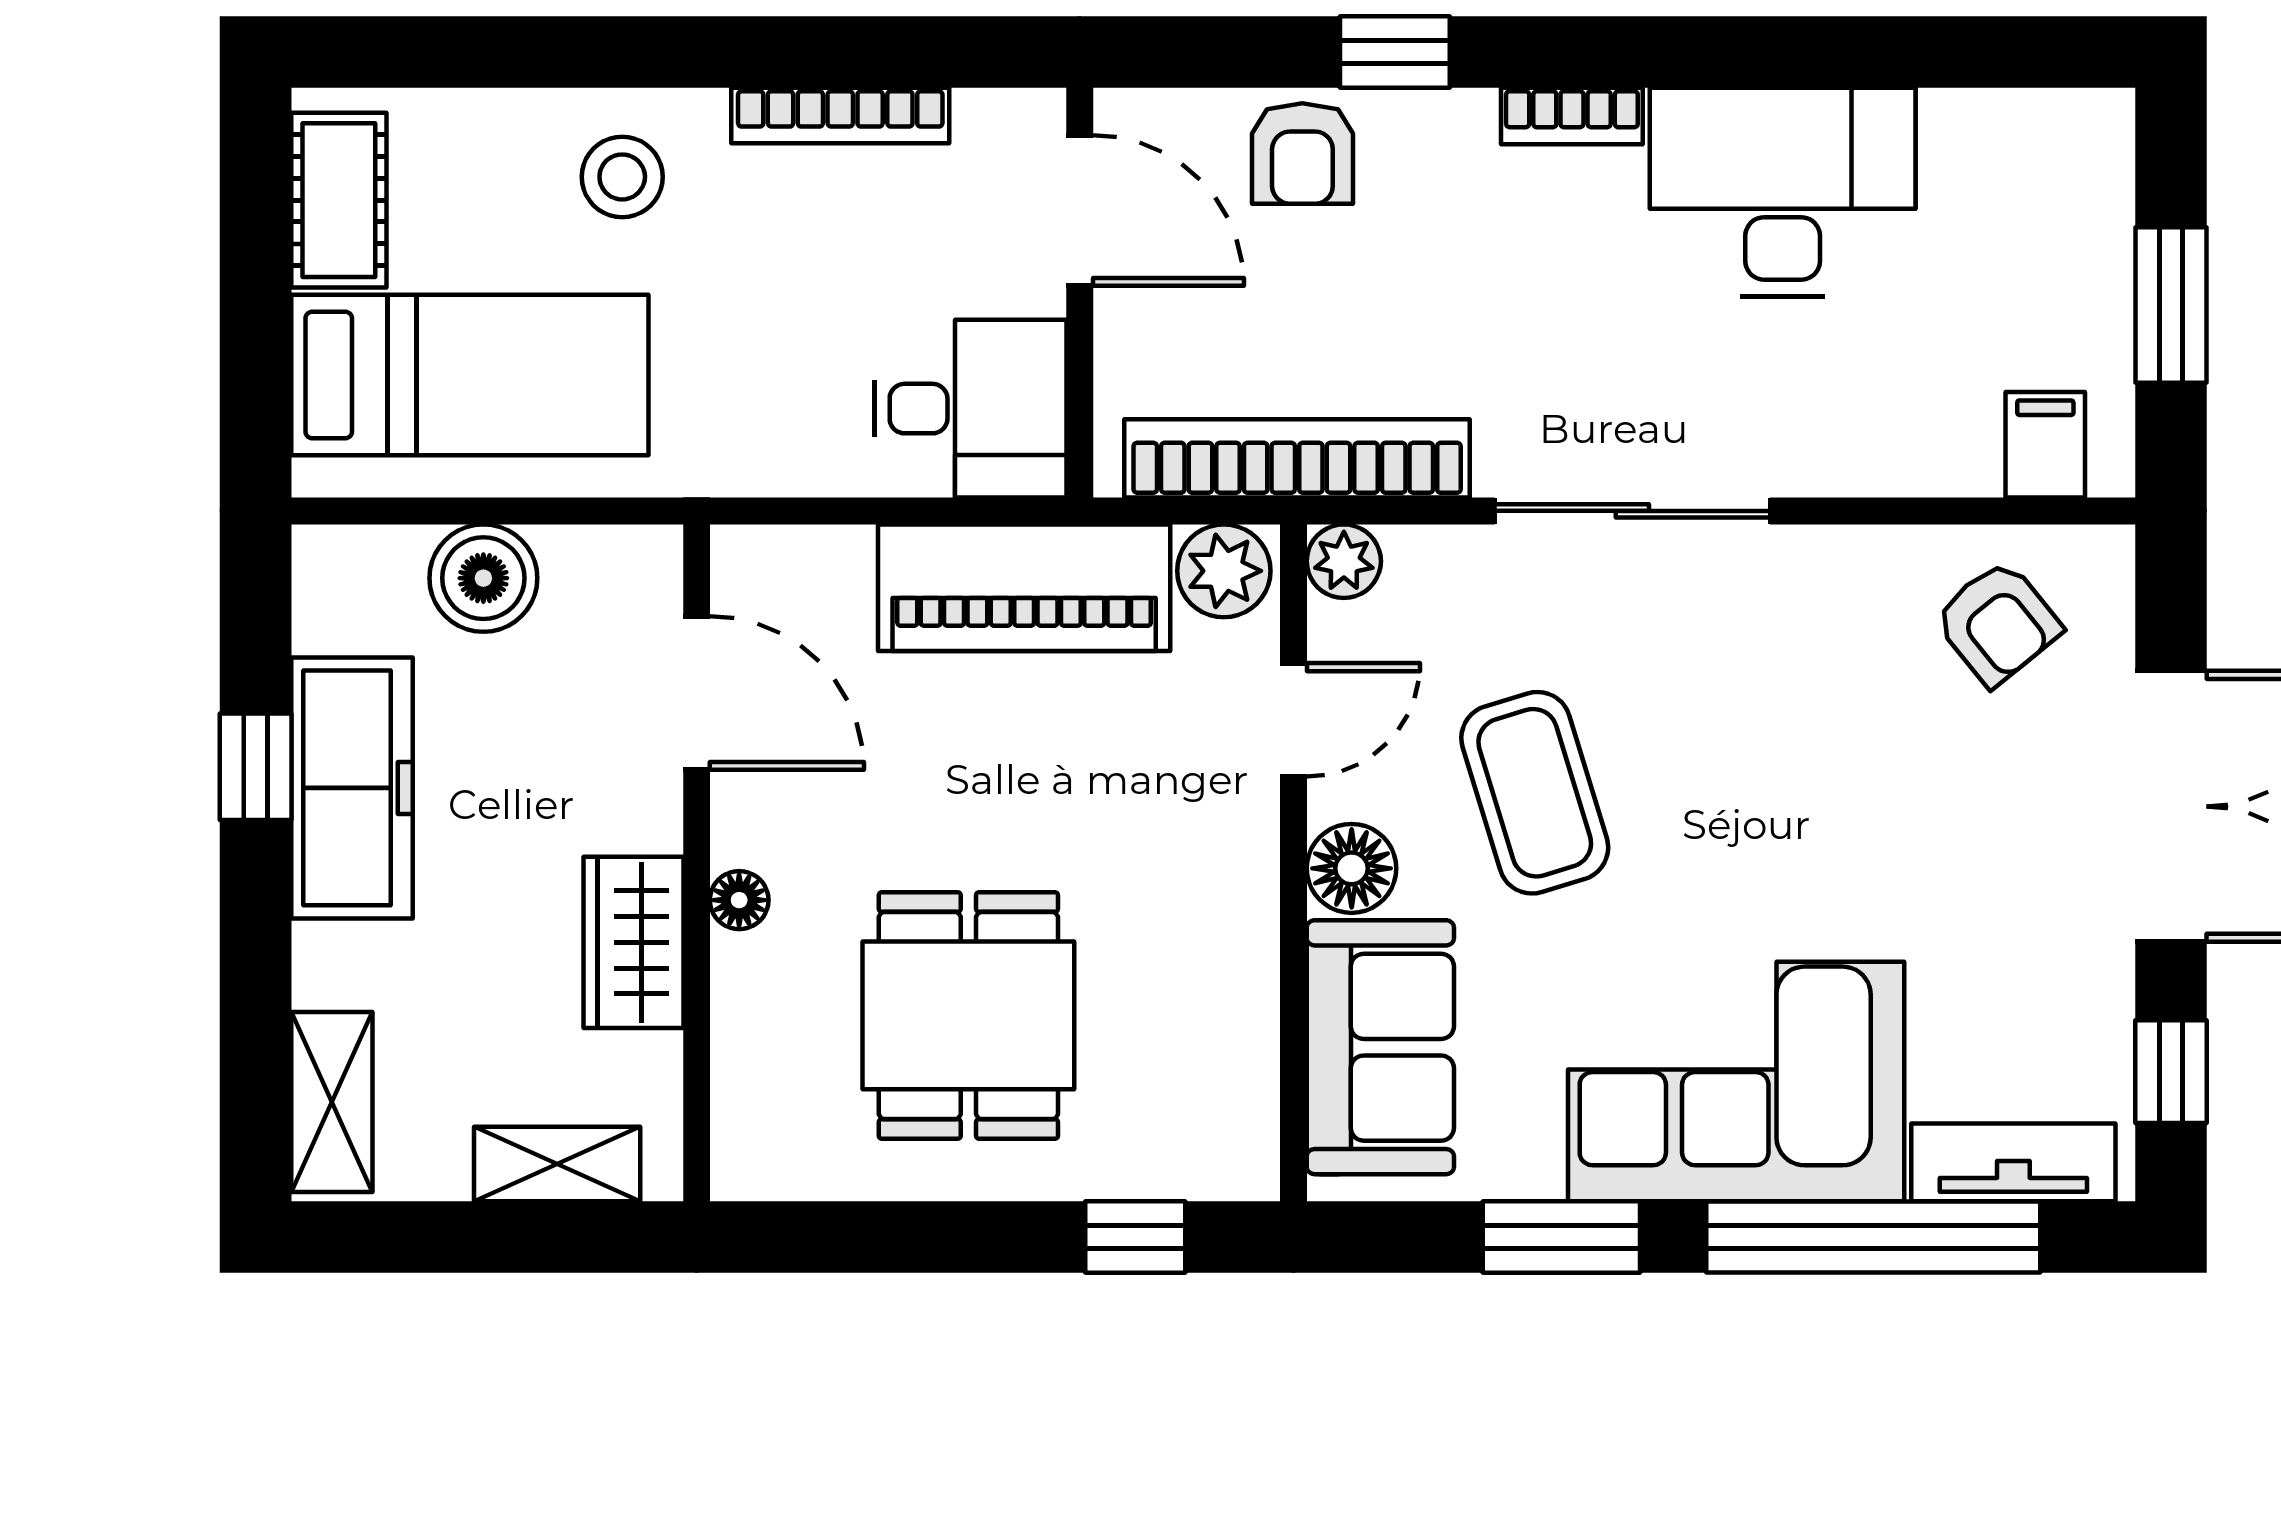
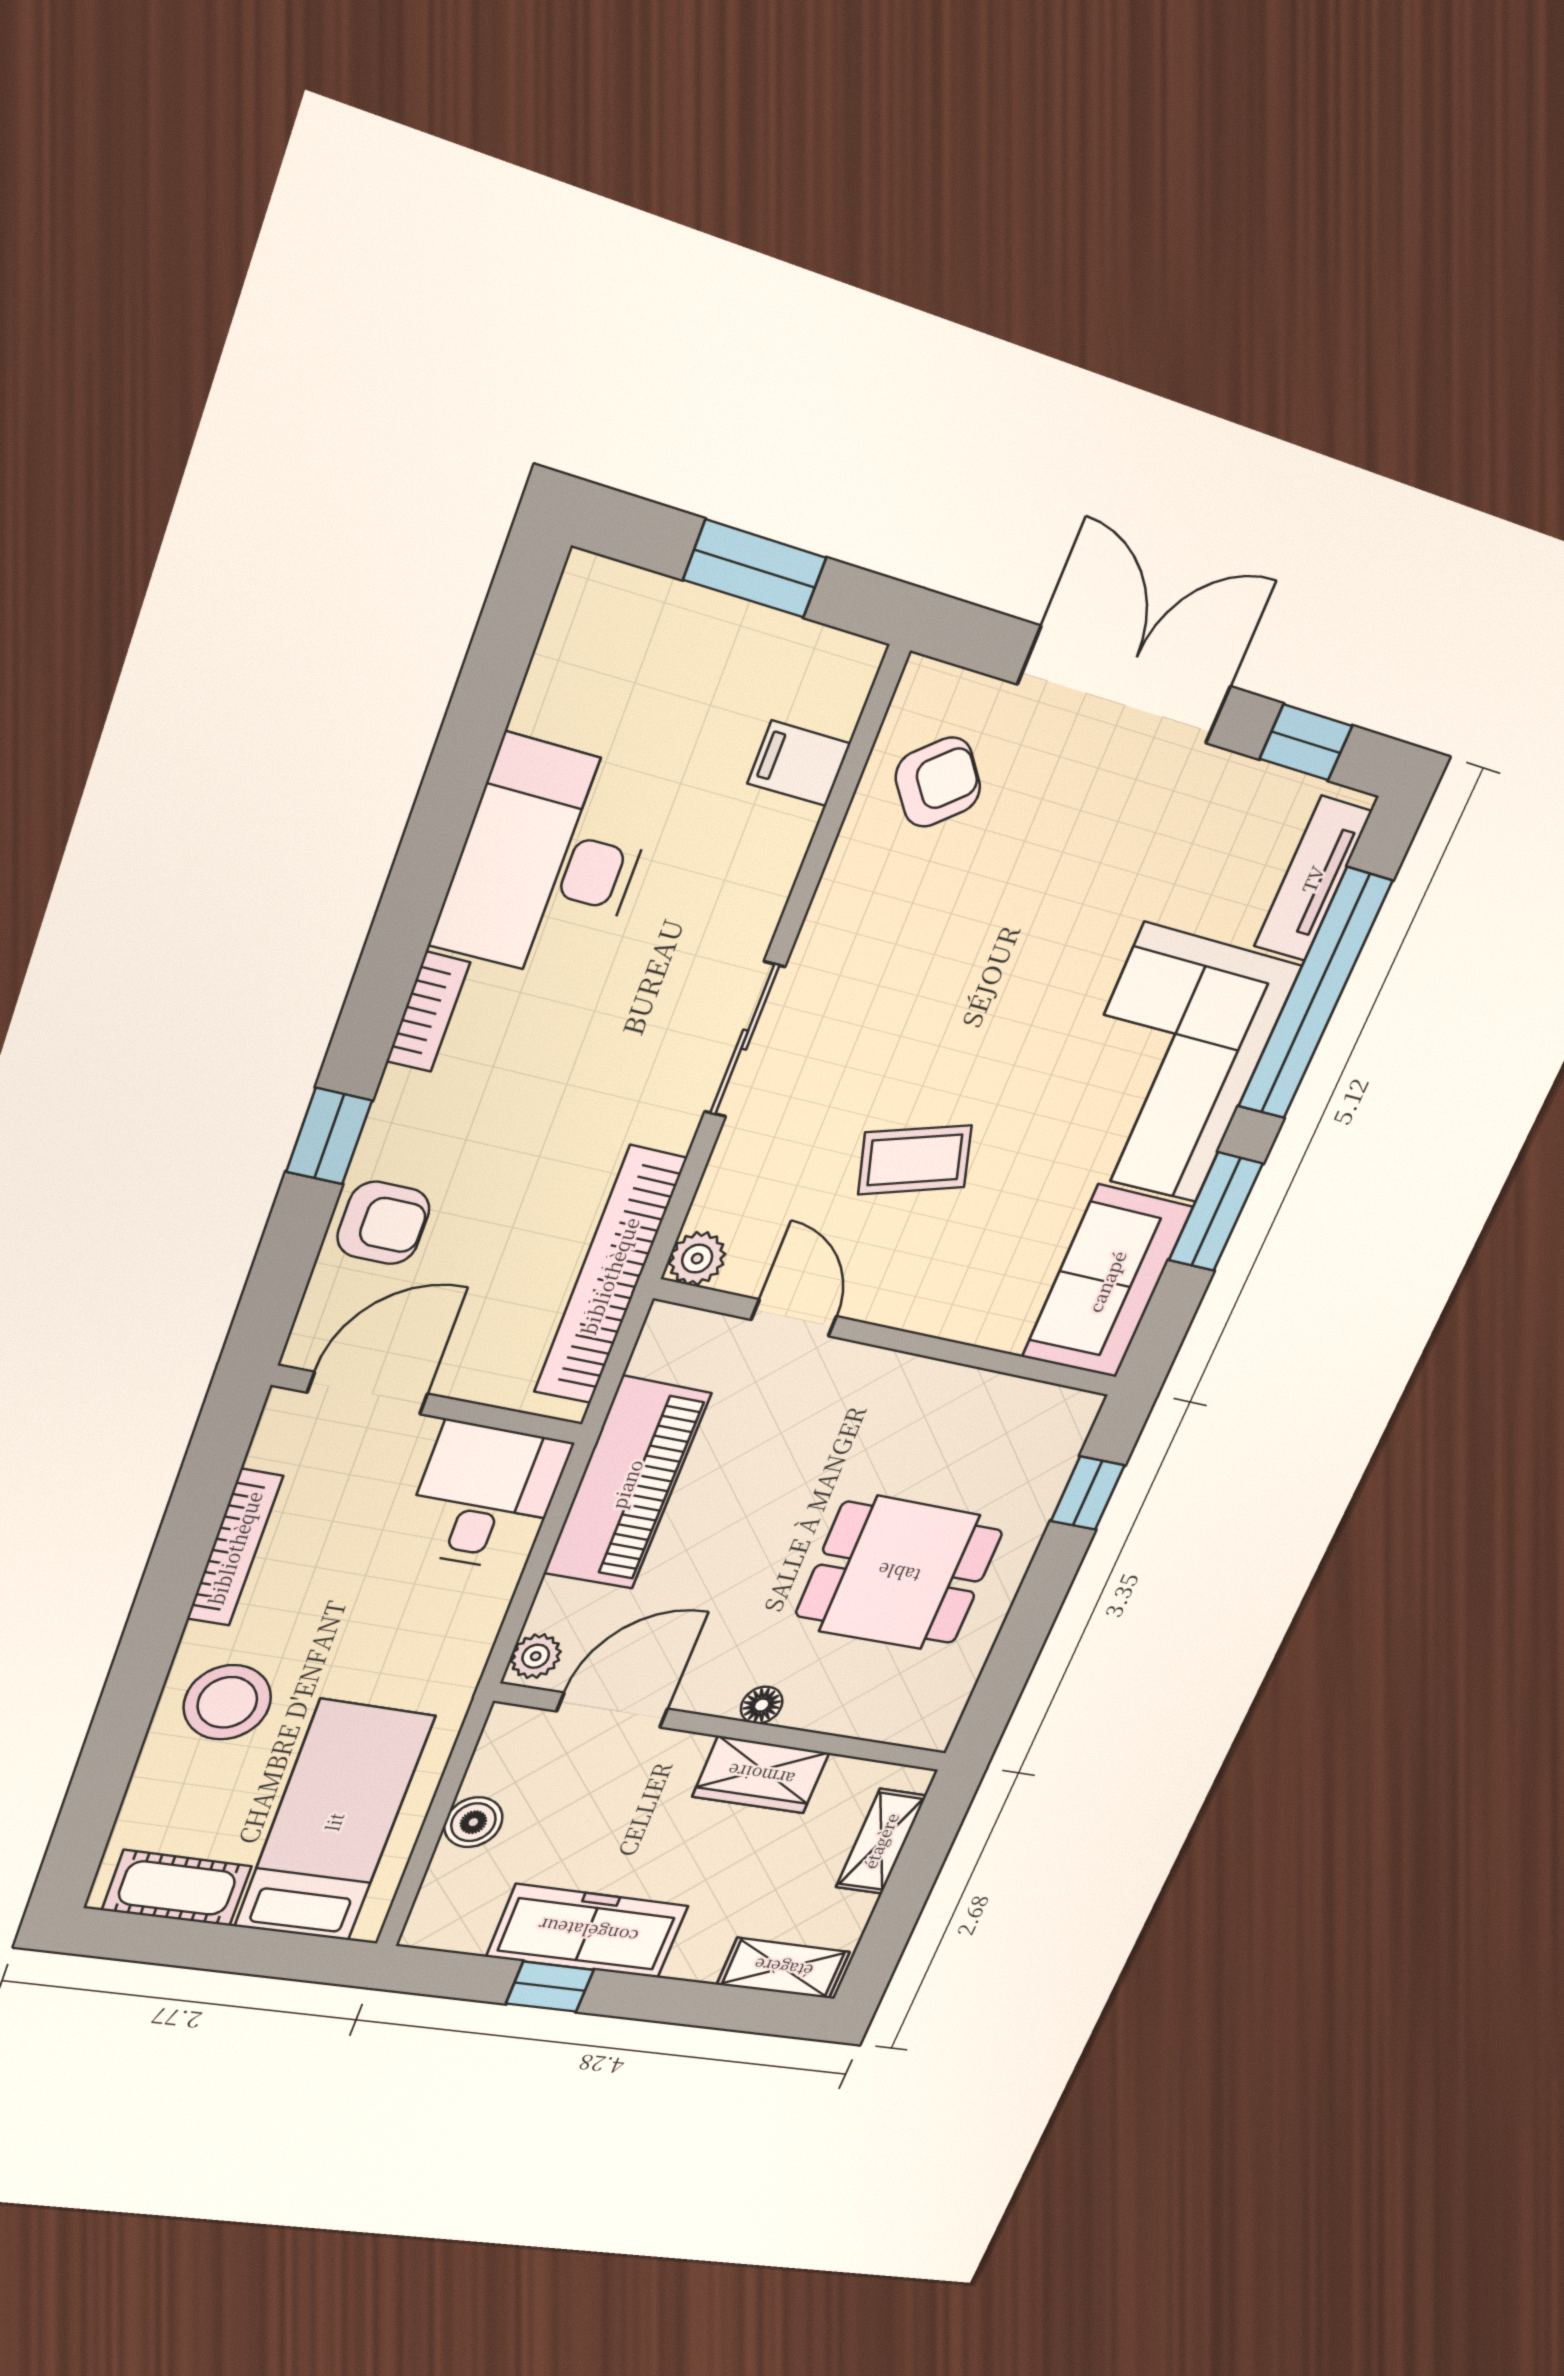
stool: (622, 177) -> (227, 1702), width x1.38, depth x1.38
filing cabinet: (2045, 445) -> (799, 763), moved
sliding door: (1632, 511) -> (745, 1040), width x0.73
plant: (1224, 571) -> (536, 1656), moved, width x0.73, depth x0.73
boiler: (483, 578) -> (473, 1822), width x0.73, depth x0.73
coffee table: (1535, 793) -> (915, 1160), width x0.73, depth x0.77
floor lamp: (1352, 868) -> (912, 1300), removed
sofa: (1380, 1047) -> (1107, 1282), moved, turned -90

